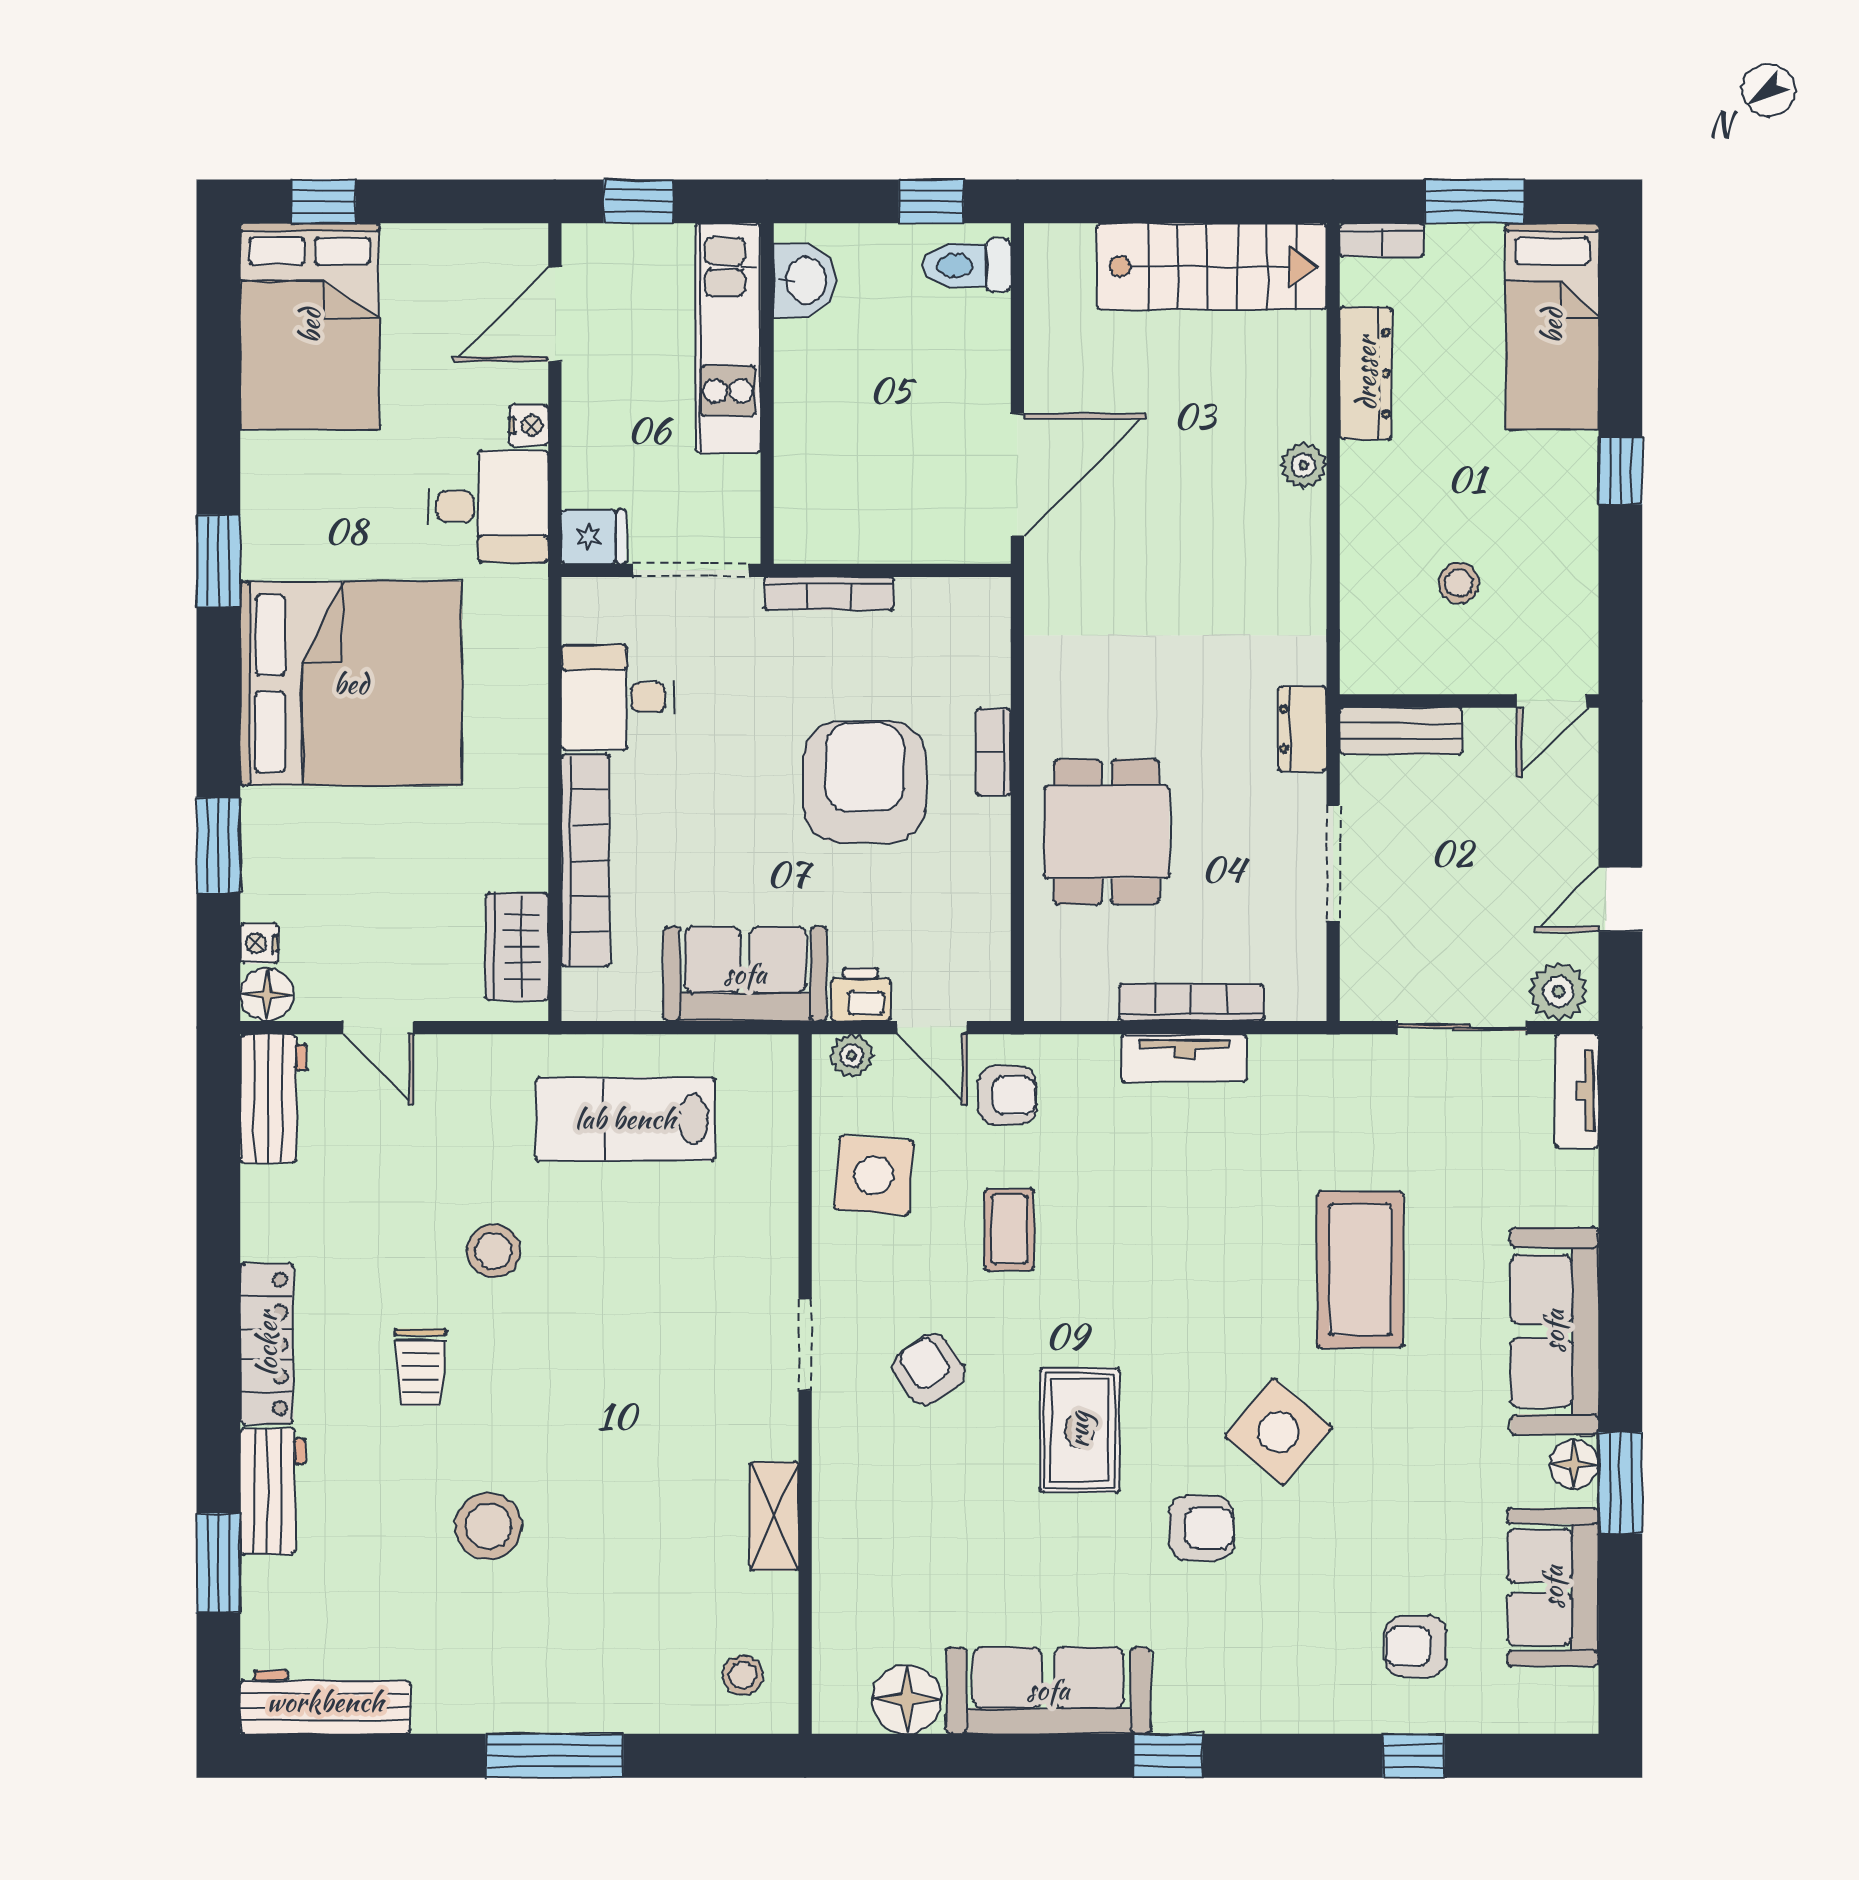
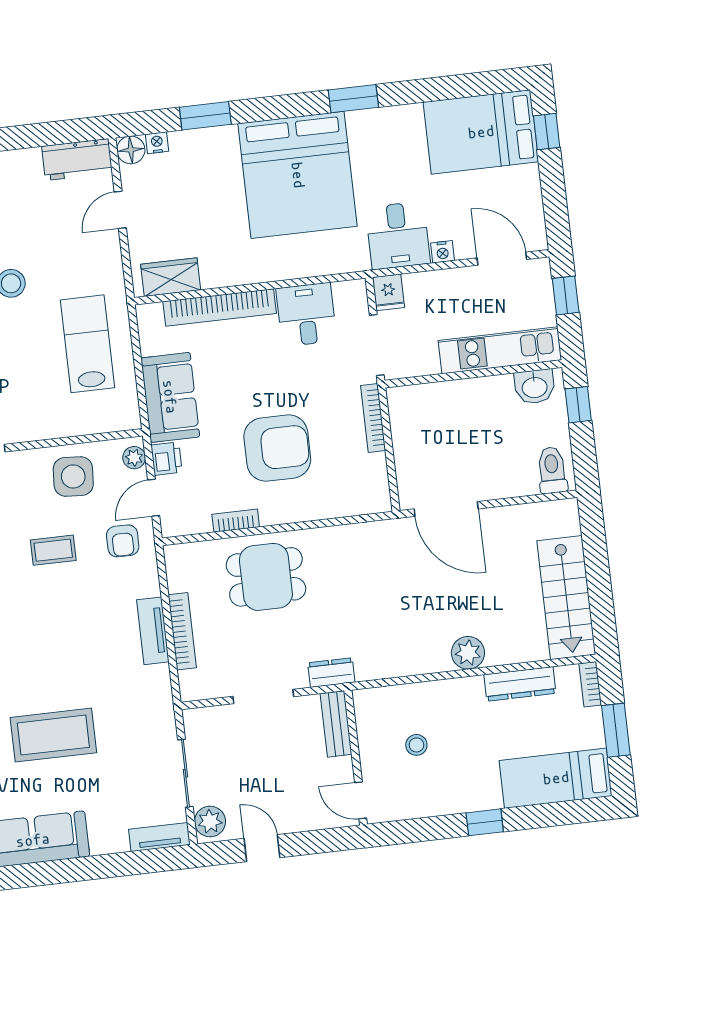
window: (931, 201) -> (578, 405), moved
plant: (1304, 465) -> (468, 653), width x1.38, depth x1.38
bookcase: (993, 752) -> (236, 521), moved

